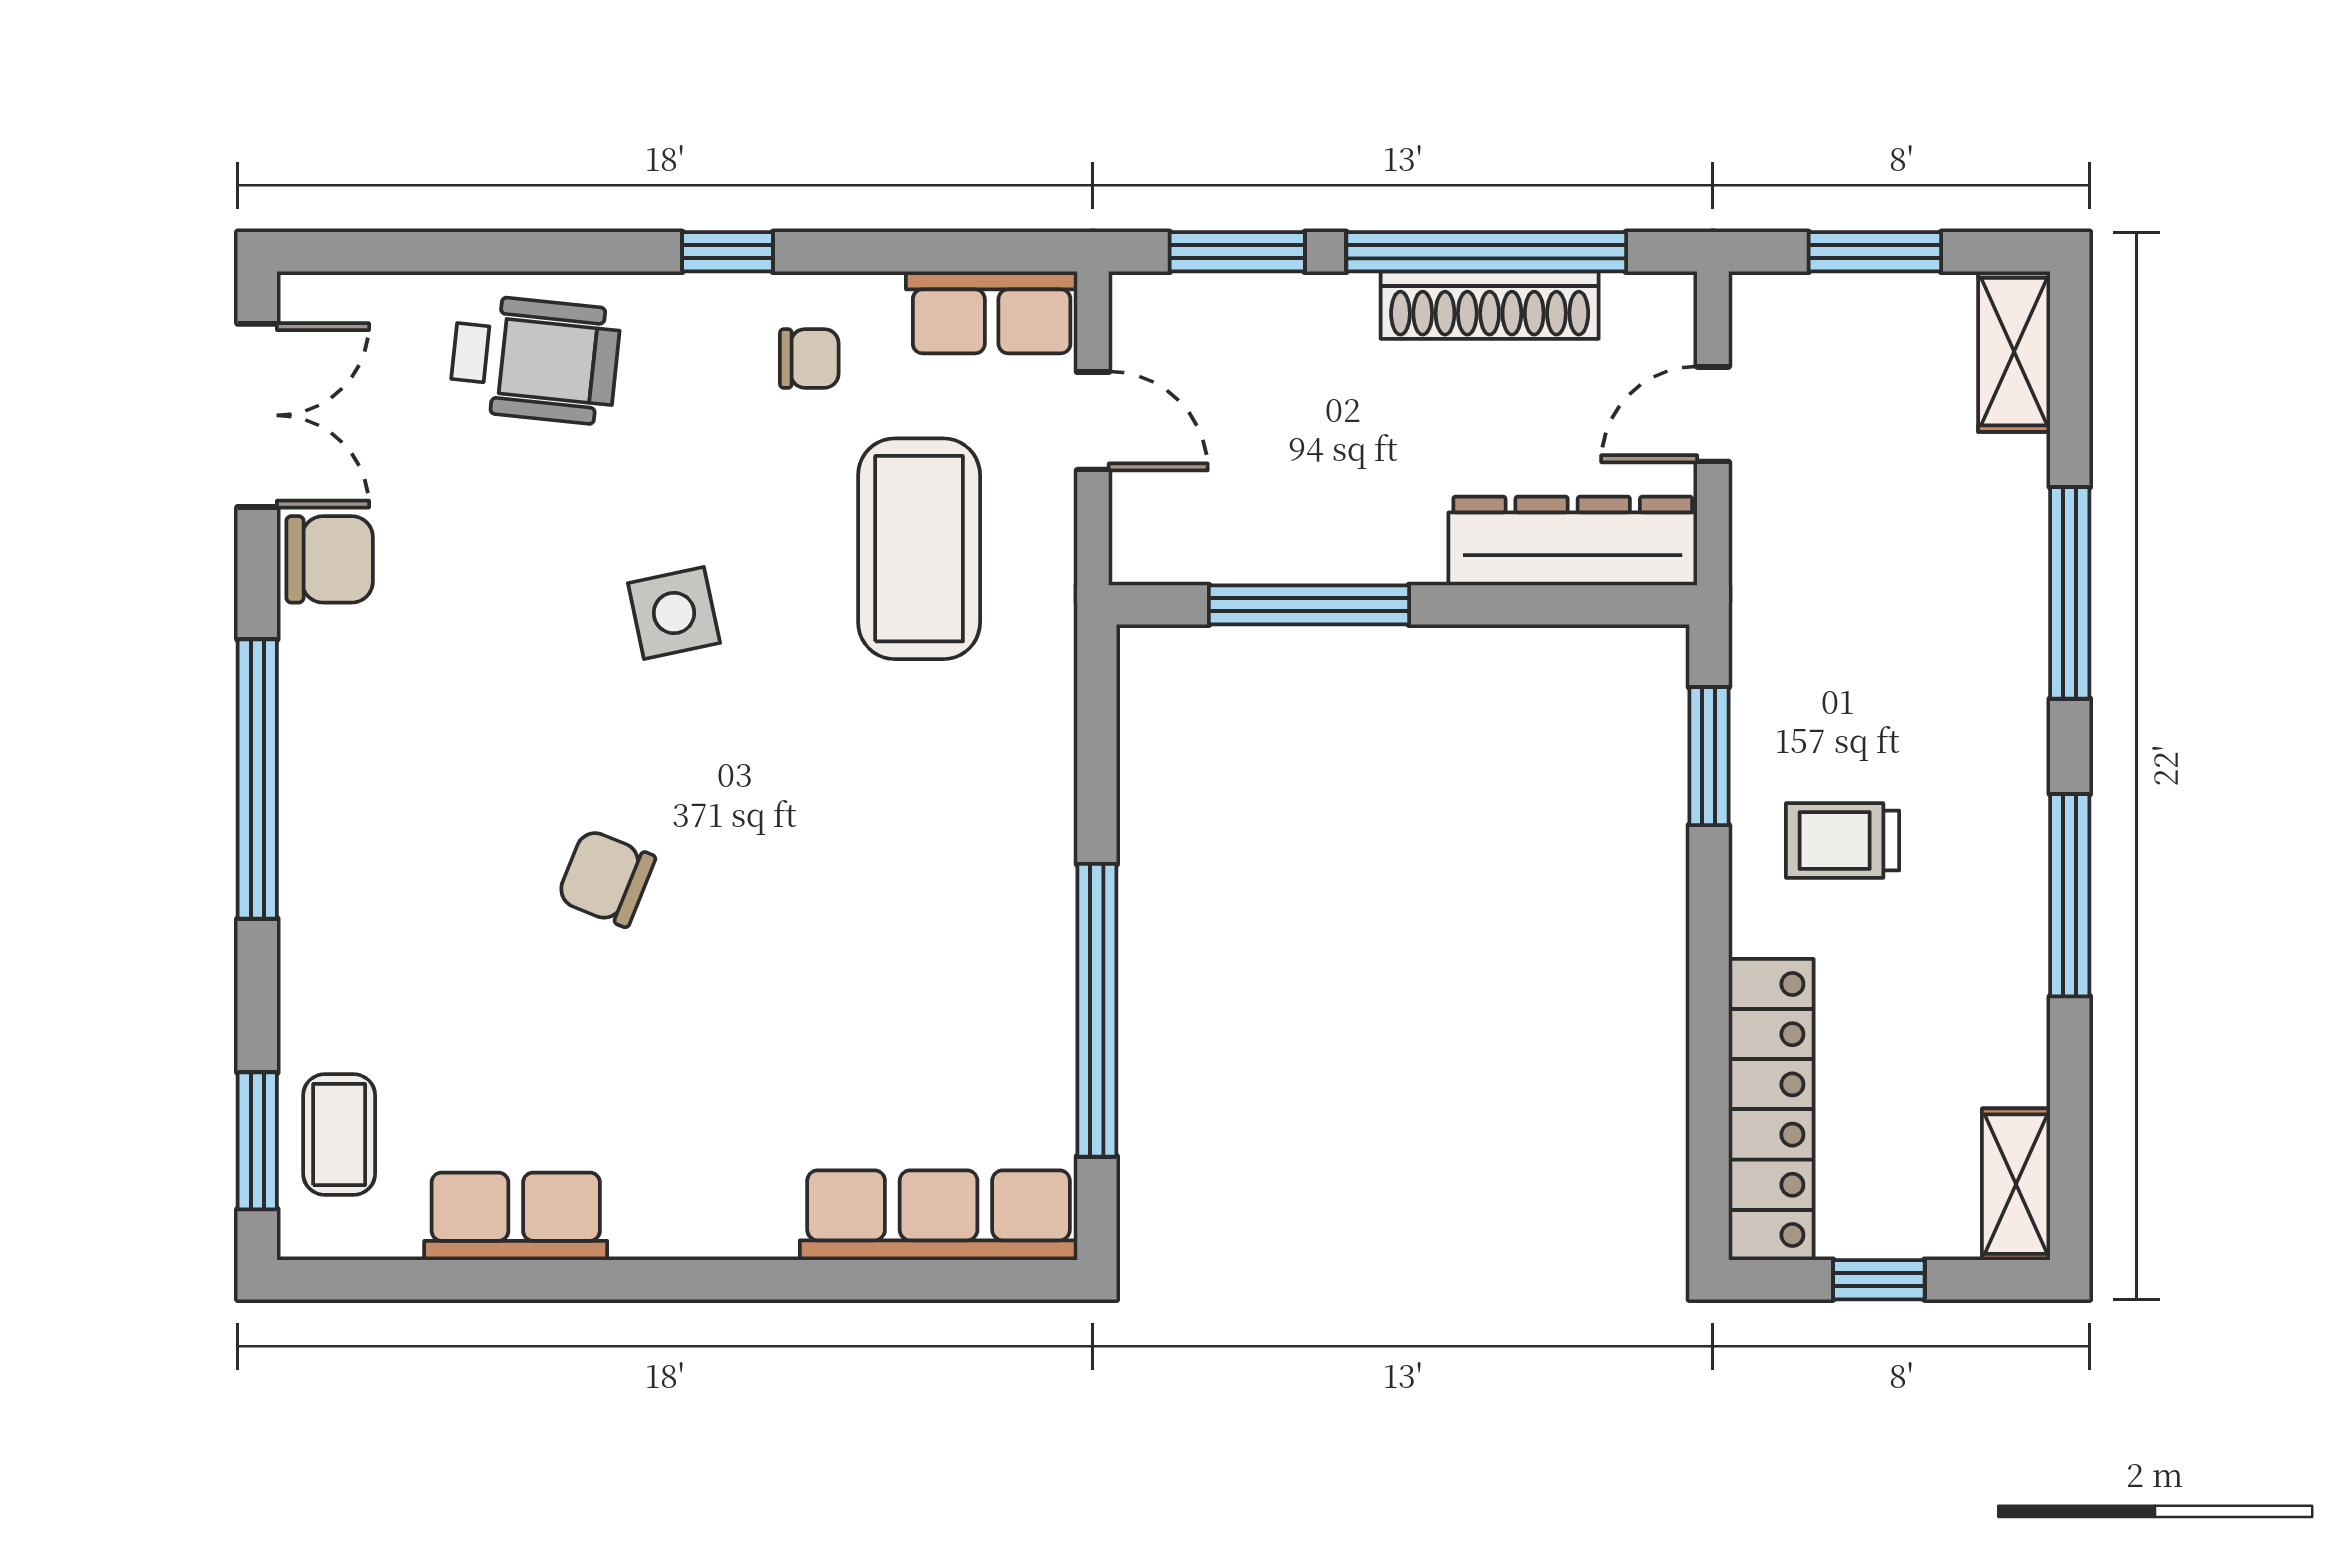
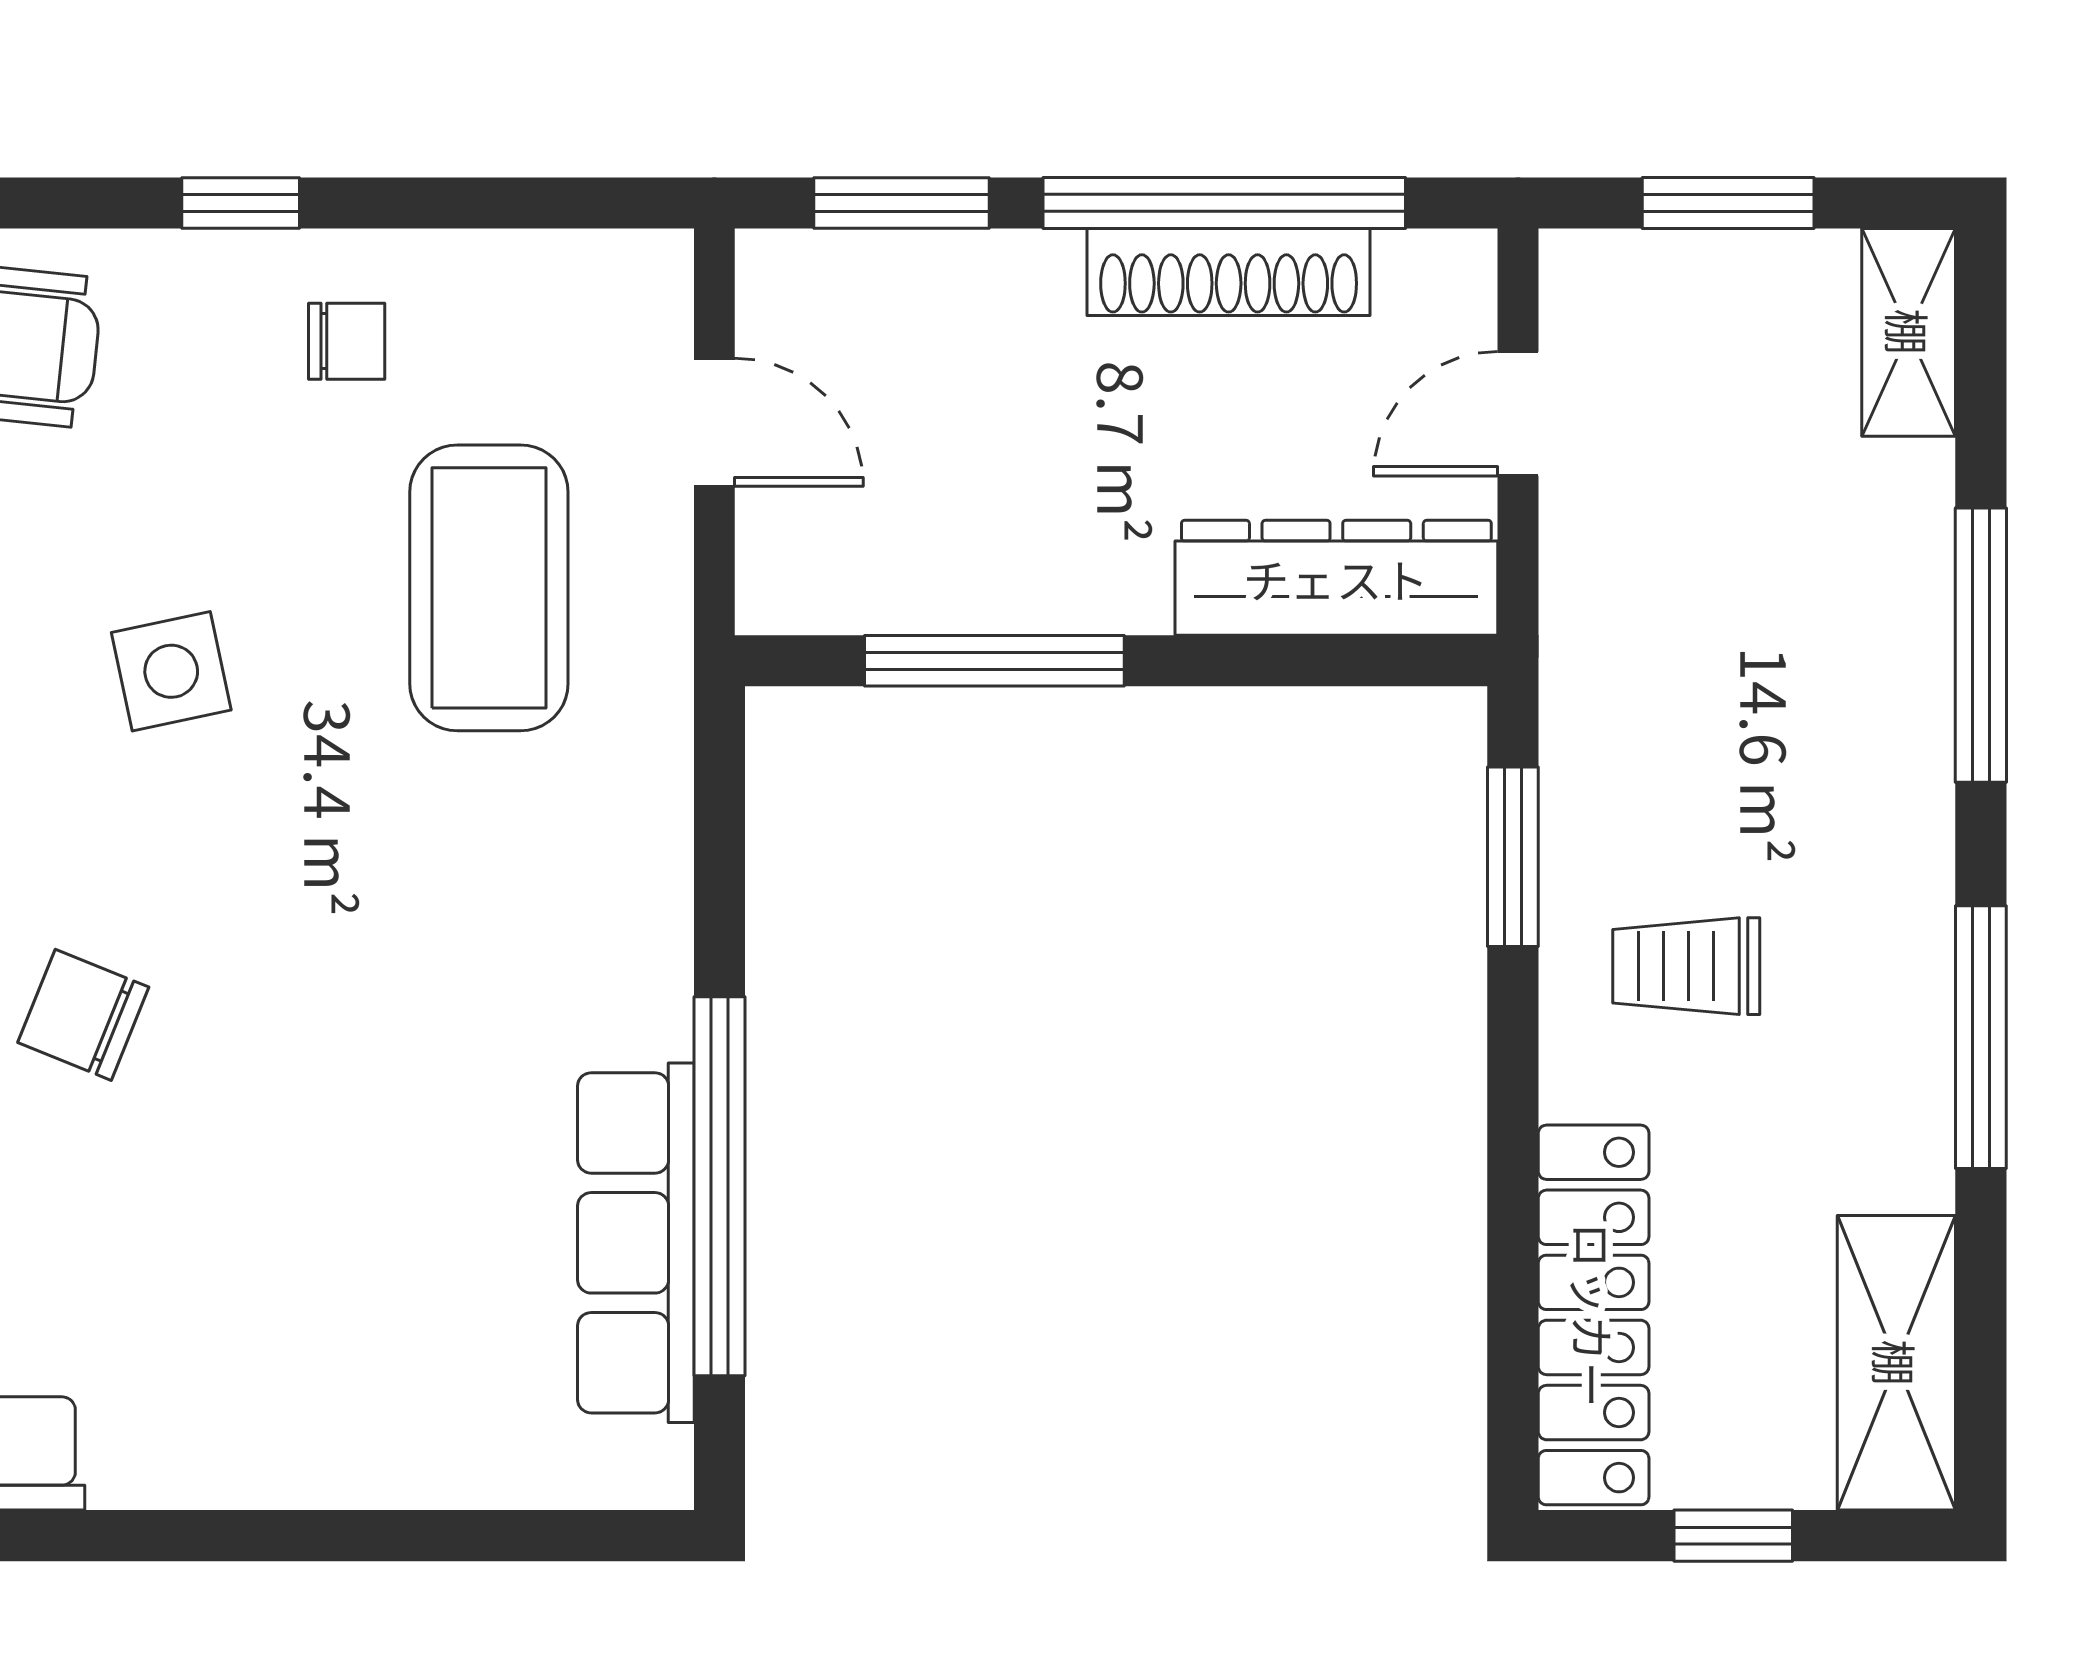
row of seats: (992, 312) -> (583, 282), removed
shelving: (2016, 1184) -> (1896, 1363), width x1.50, depth x1.33
row of seats: (939, 1215) -> (636, 1243), moved, turned -90

